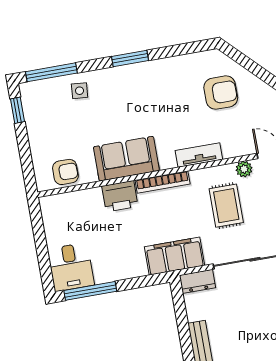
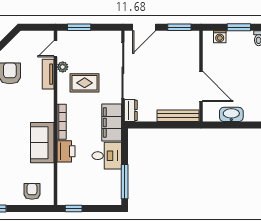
tv unit: (199, 155) -> (48, 74), moved
armchair: (65, 172) -> (32, 191), moved
window: (37, 222) -> (74, 208), added
desk: (71, 267) -> (107, 156), moved

